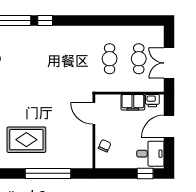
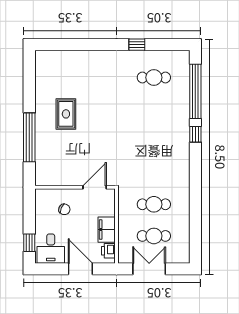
rug: (26, 140) -> (66, 114), width x0.73, depth x0.70
chair: (105, 146) -> (64, 209), moved

